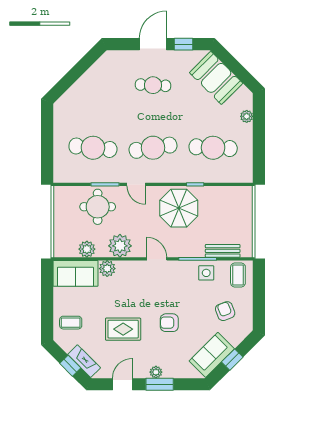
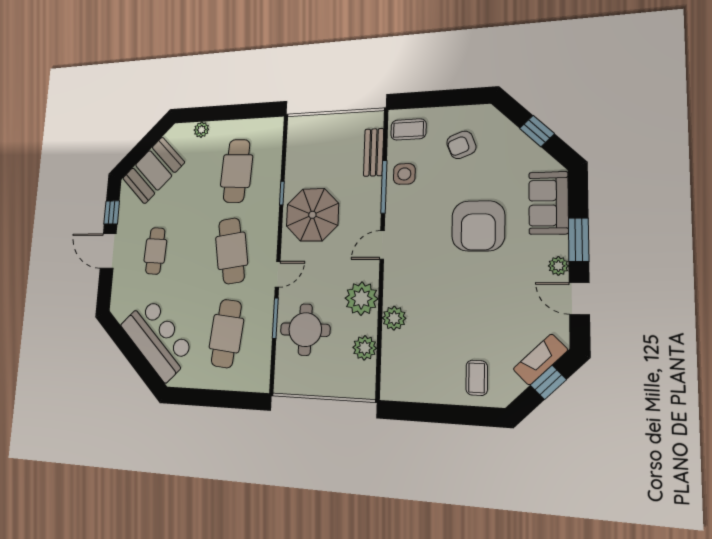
bar counter: (87, 93) -> (157, 339), added
sofa: (75, 273) -> (400, 367), removed
armchair: (169, 323) -> (478, 226), width x1.88, depth x1.88
rug: (123, 329) -> (488, 296), removed
sofa: (212, 355) -> (549, 203), moved, turned 45
plant: (156, 372) -> (558, 266), moved

